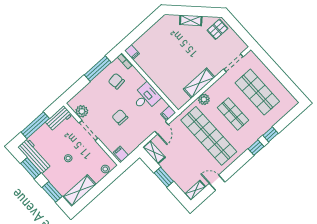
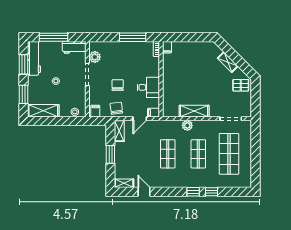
chair: (116, 81) -> (116, 108), moved
shop shelf: (209, 136) -> (168, 154), width x0.50, depth x0.74

